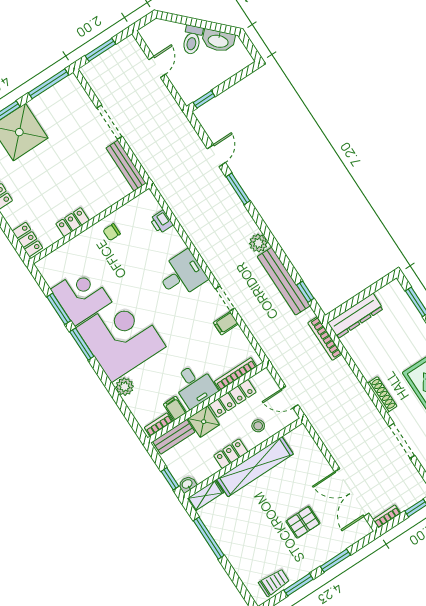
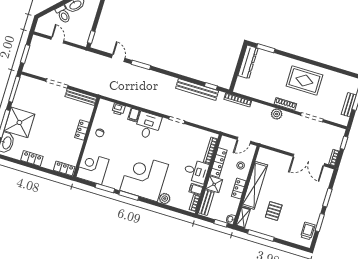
locker: (72, 222) -> (82, 130), moved
plant: (258, 243) -> (277, 114), moved
corner desk: (81, 296) -> (93, 168), moved
dresser: (355, 316) -> (248, 62), moved
filing cabinet: (226, 323) -> (134, 115), moved
pallet: (303, 522) -> (274, 211), moved

